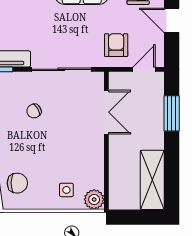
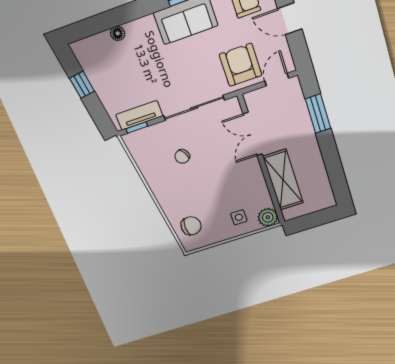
armchair: (116, 45) -> (241, 65), width x1.38, depth x1.38
double door: (106, 112) -> (253, 134), swing flipped
shelving: (152, 180) -> (283, 180), moved

